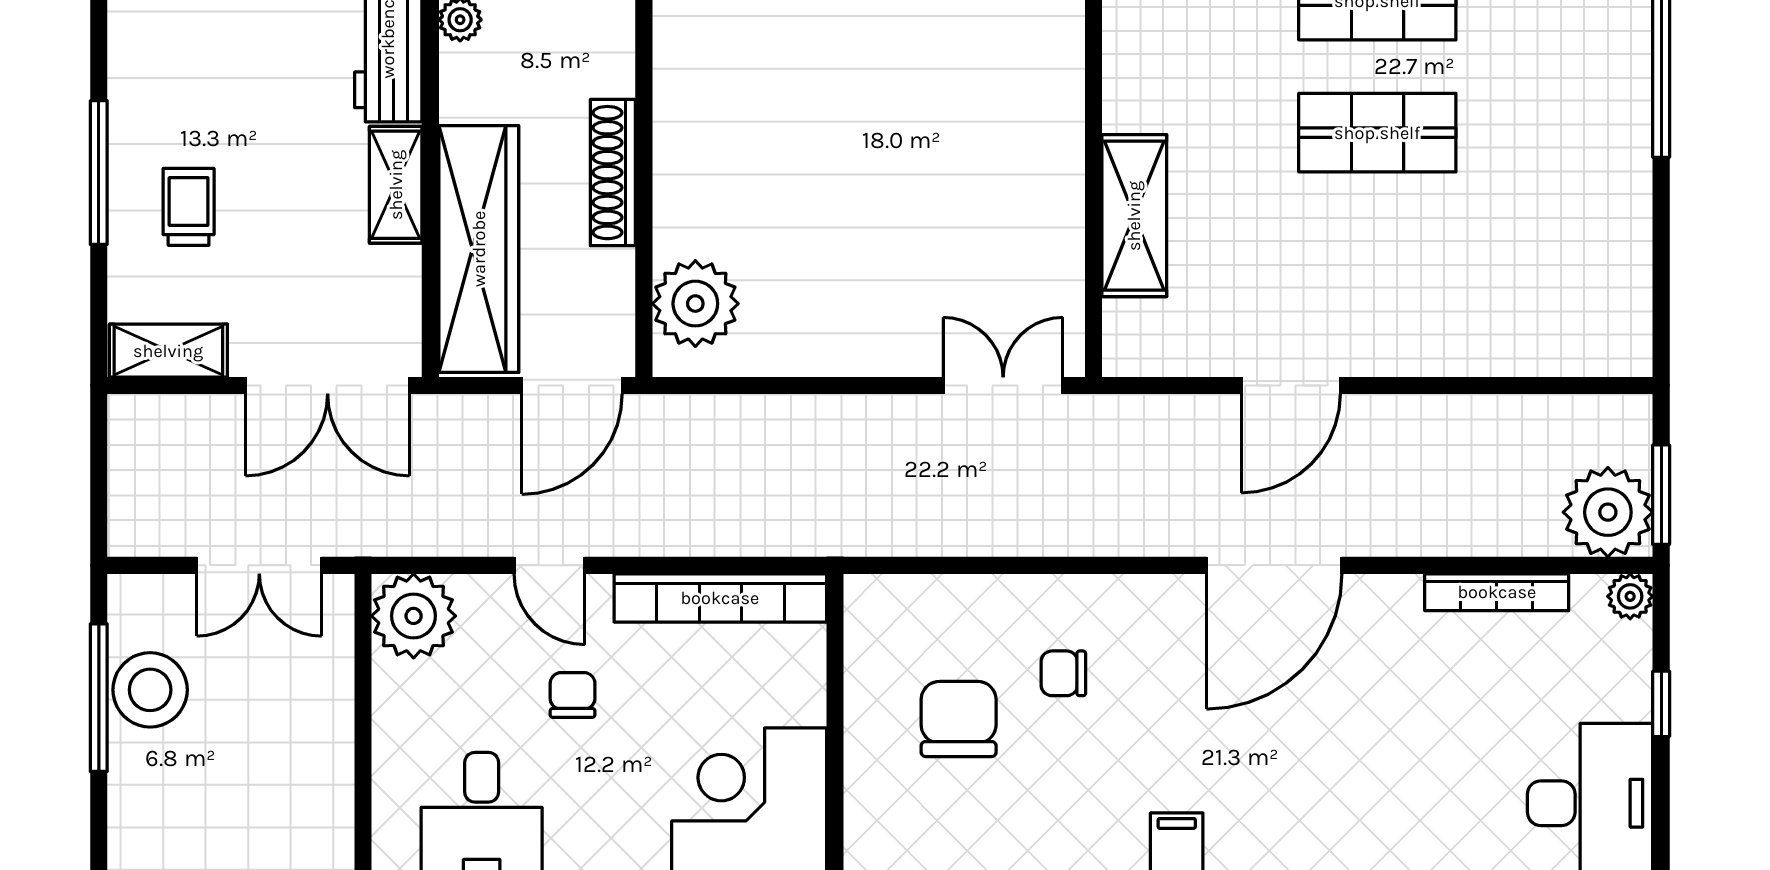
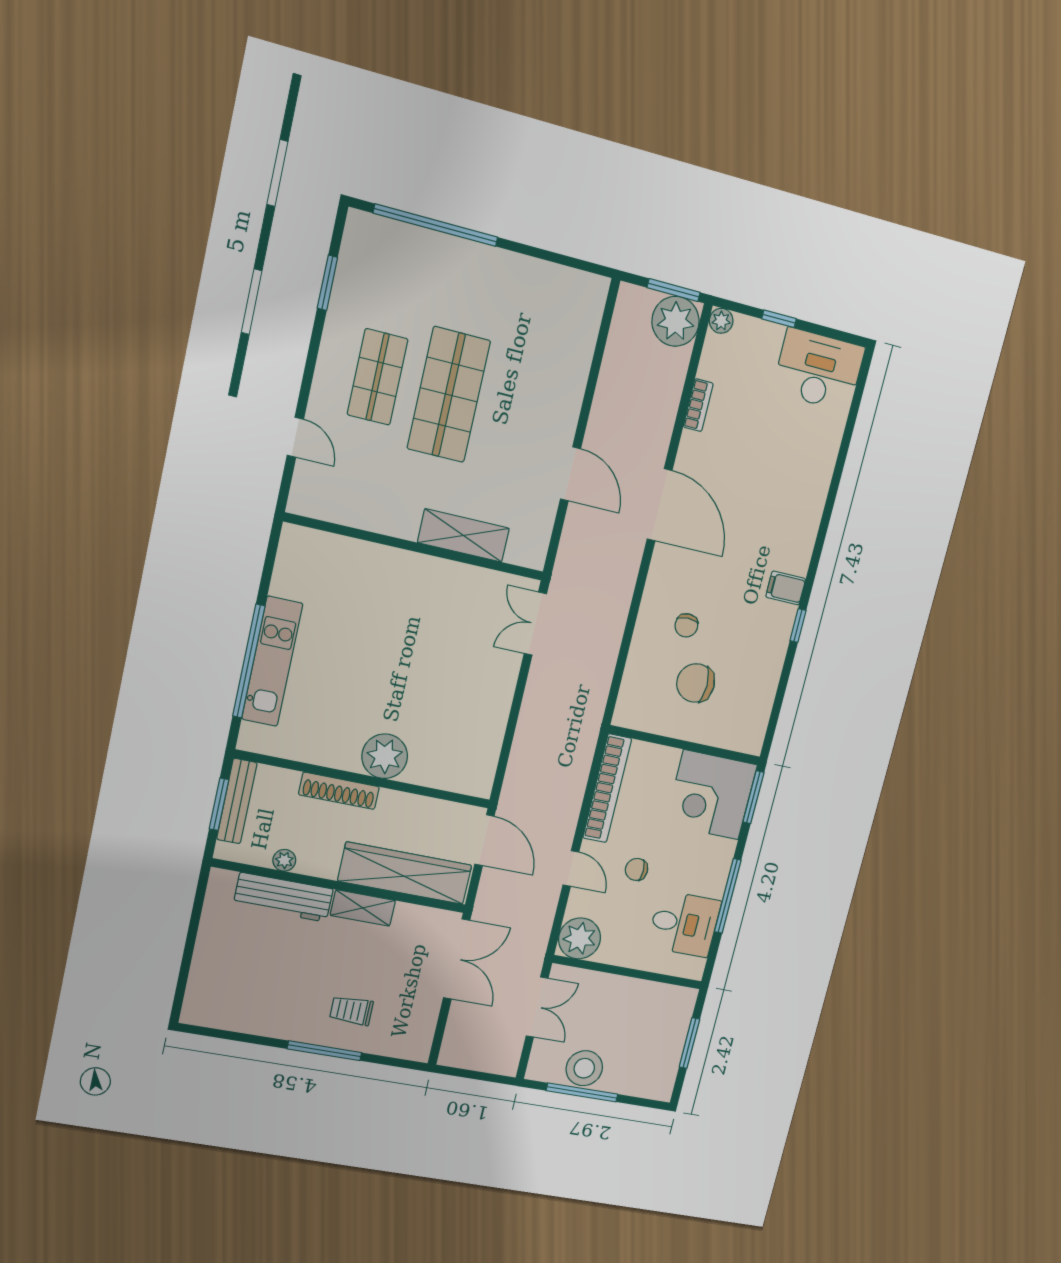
shop shelf: (1377, 133) -> (449, 395), width x1.43, depth x1.36
shoe rack: (613, 173) -> (339, 791), moved
plant: (695, 304) -> (385, 756), moved
shelving: (168, 351) -> (421, 1032), removed
door: (549, 565) -> (571, 869), hinge flipped
bookcase: (1497, 592) -> (698, 405), width x0.64

